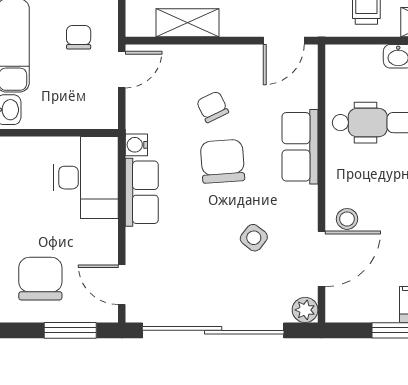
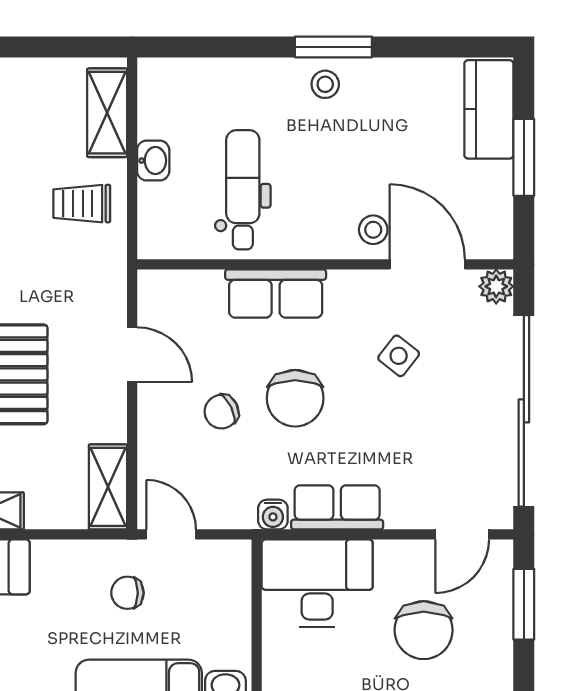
shelving: (188, 23) -> (108, 487), moved
door: (284, 41) -> (132, 355), moved
chair: (222, 161) -> (295, 398), turned -86
chair: (40, 279) -> (424, 630), moved, turned -90

